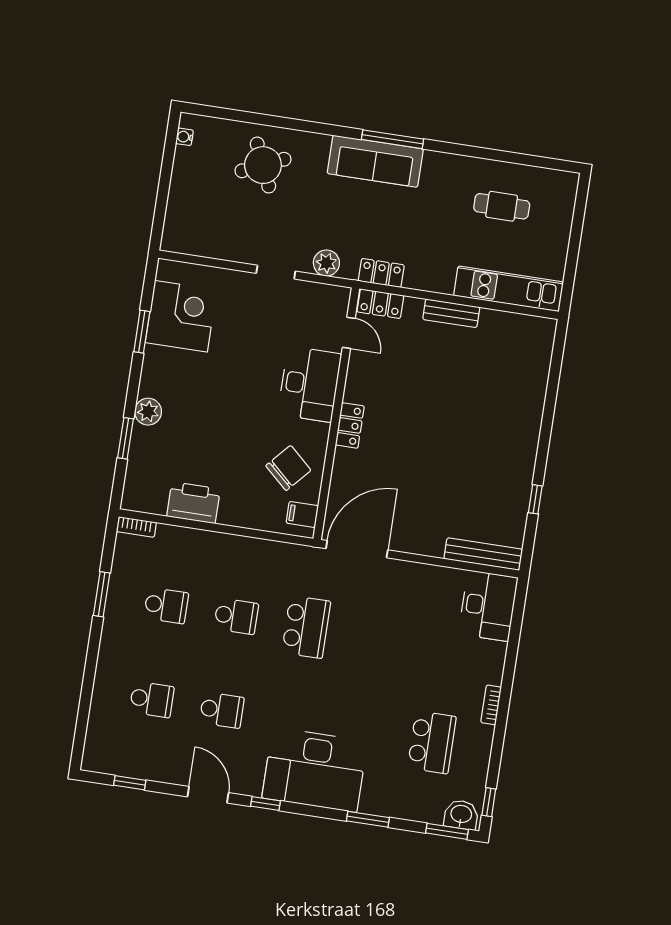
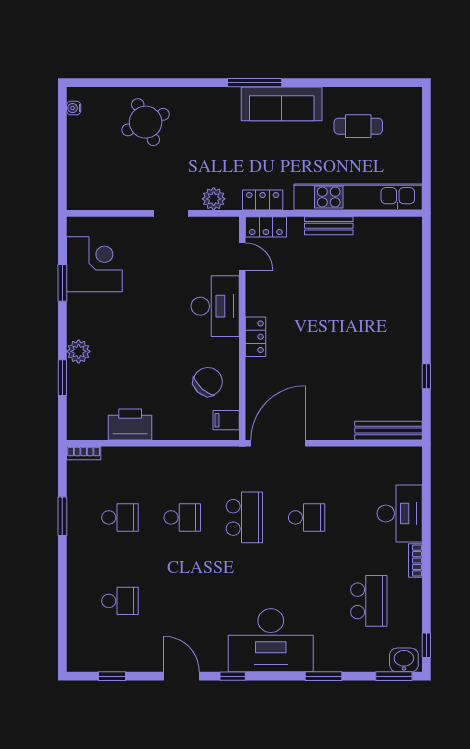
sofa: (375, 161) -> (282, 104), moved
kitchen unit: (508, 289) -> (358, 197), width x1.36
desk: (488, 606) -> (400, 514), moved
school desk: (222, 710) -> (307, 517), moved

